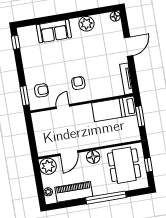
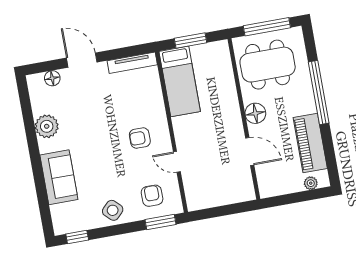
floor lamp: (115, 16) -> (52, 78), moved
side table: (32, 65) -> (113, 210), added
window: (148, 165) -> (267, 27), width x2.17
plant: (48, 166) -> (271, 184), removed

